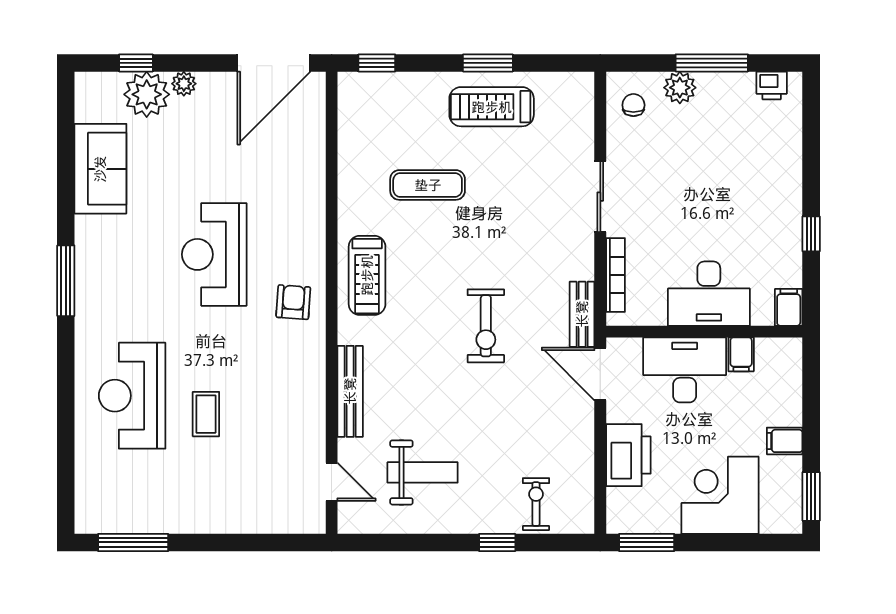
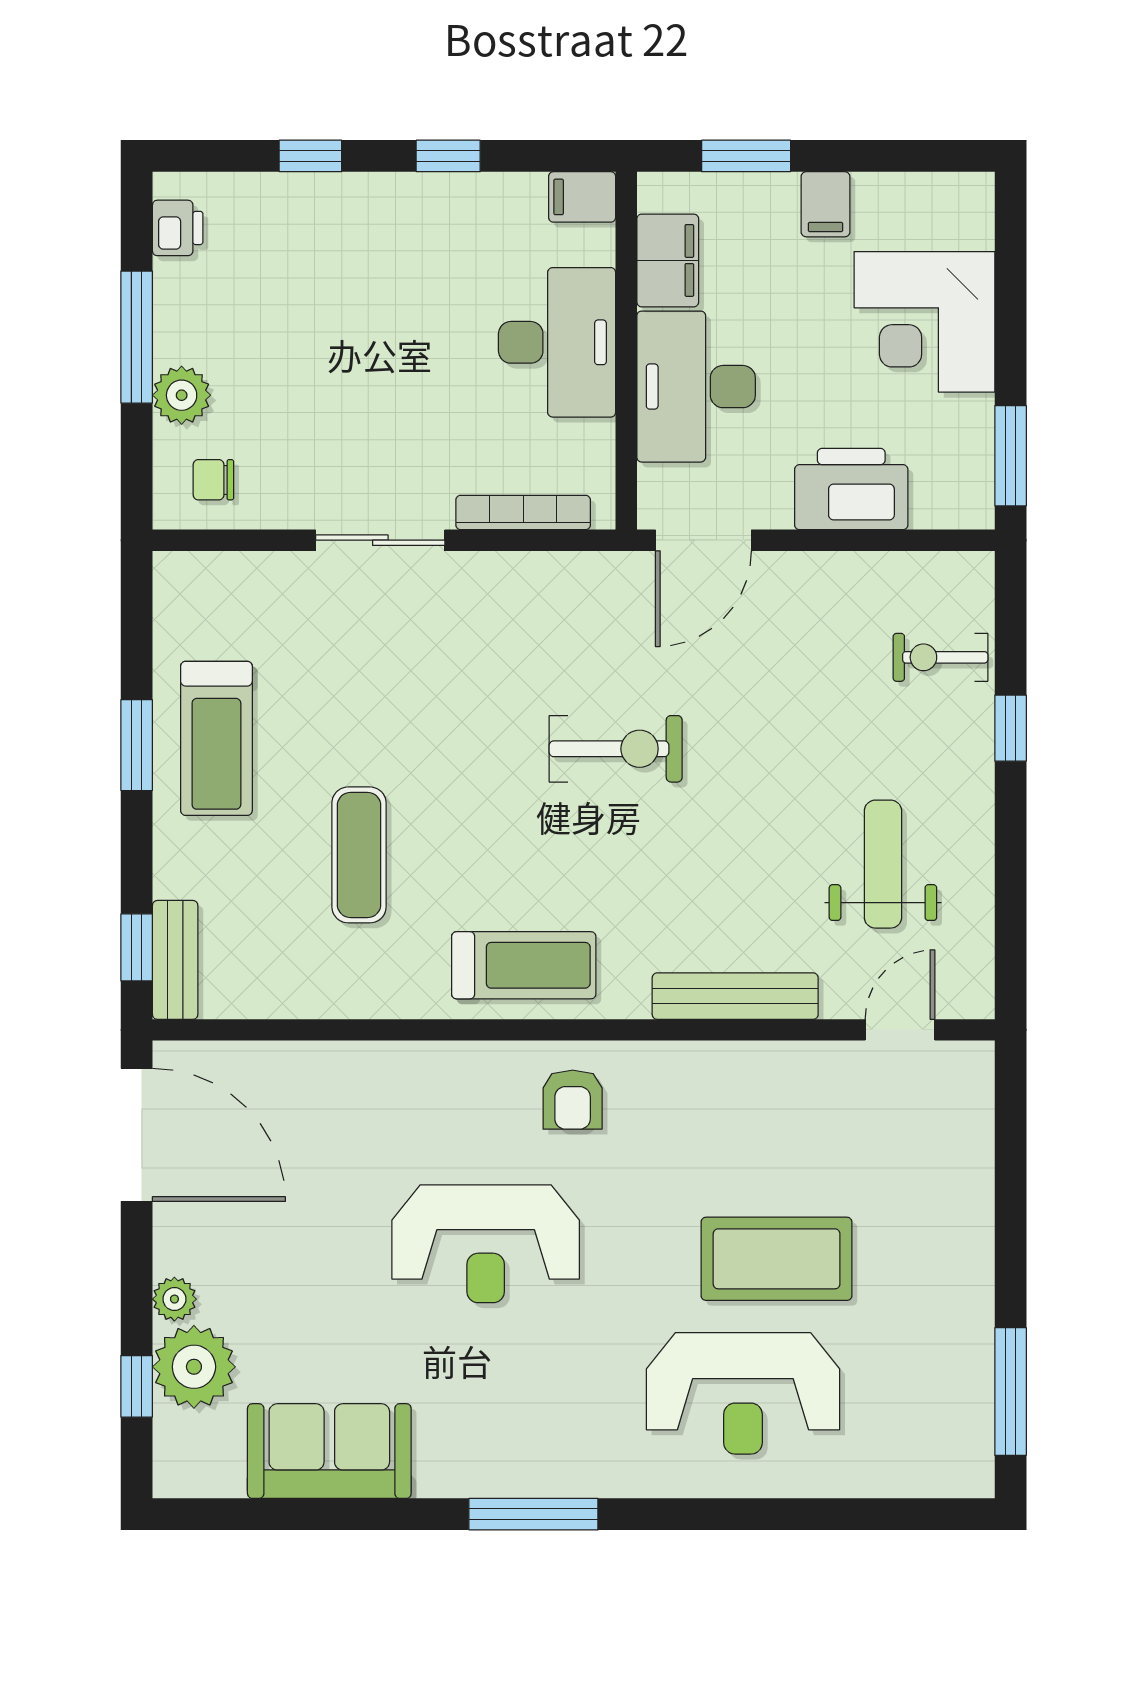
window: (811, 158) -> (310, 156), added
armchair: (293, 302) -> (573, 1100), turned -94
bench: (582, 314) -> (175, 960), moved, turned 90
filing cabinet: (741, 354) -> (668, 260), width x2.00
coffee table: (206, 414) -> (777, 1259), width x1.86, depth x1.72
window: (811, 496) -> (746, 156), moved

